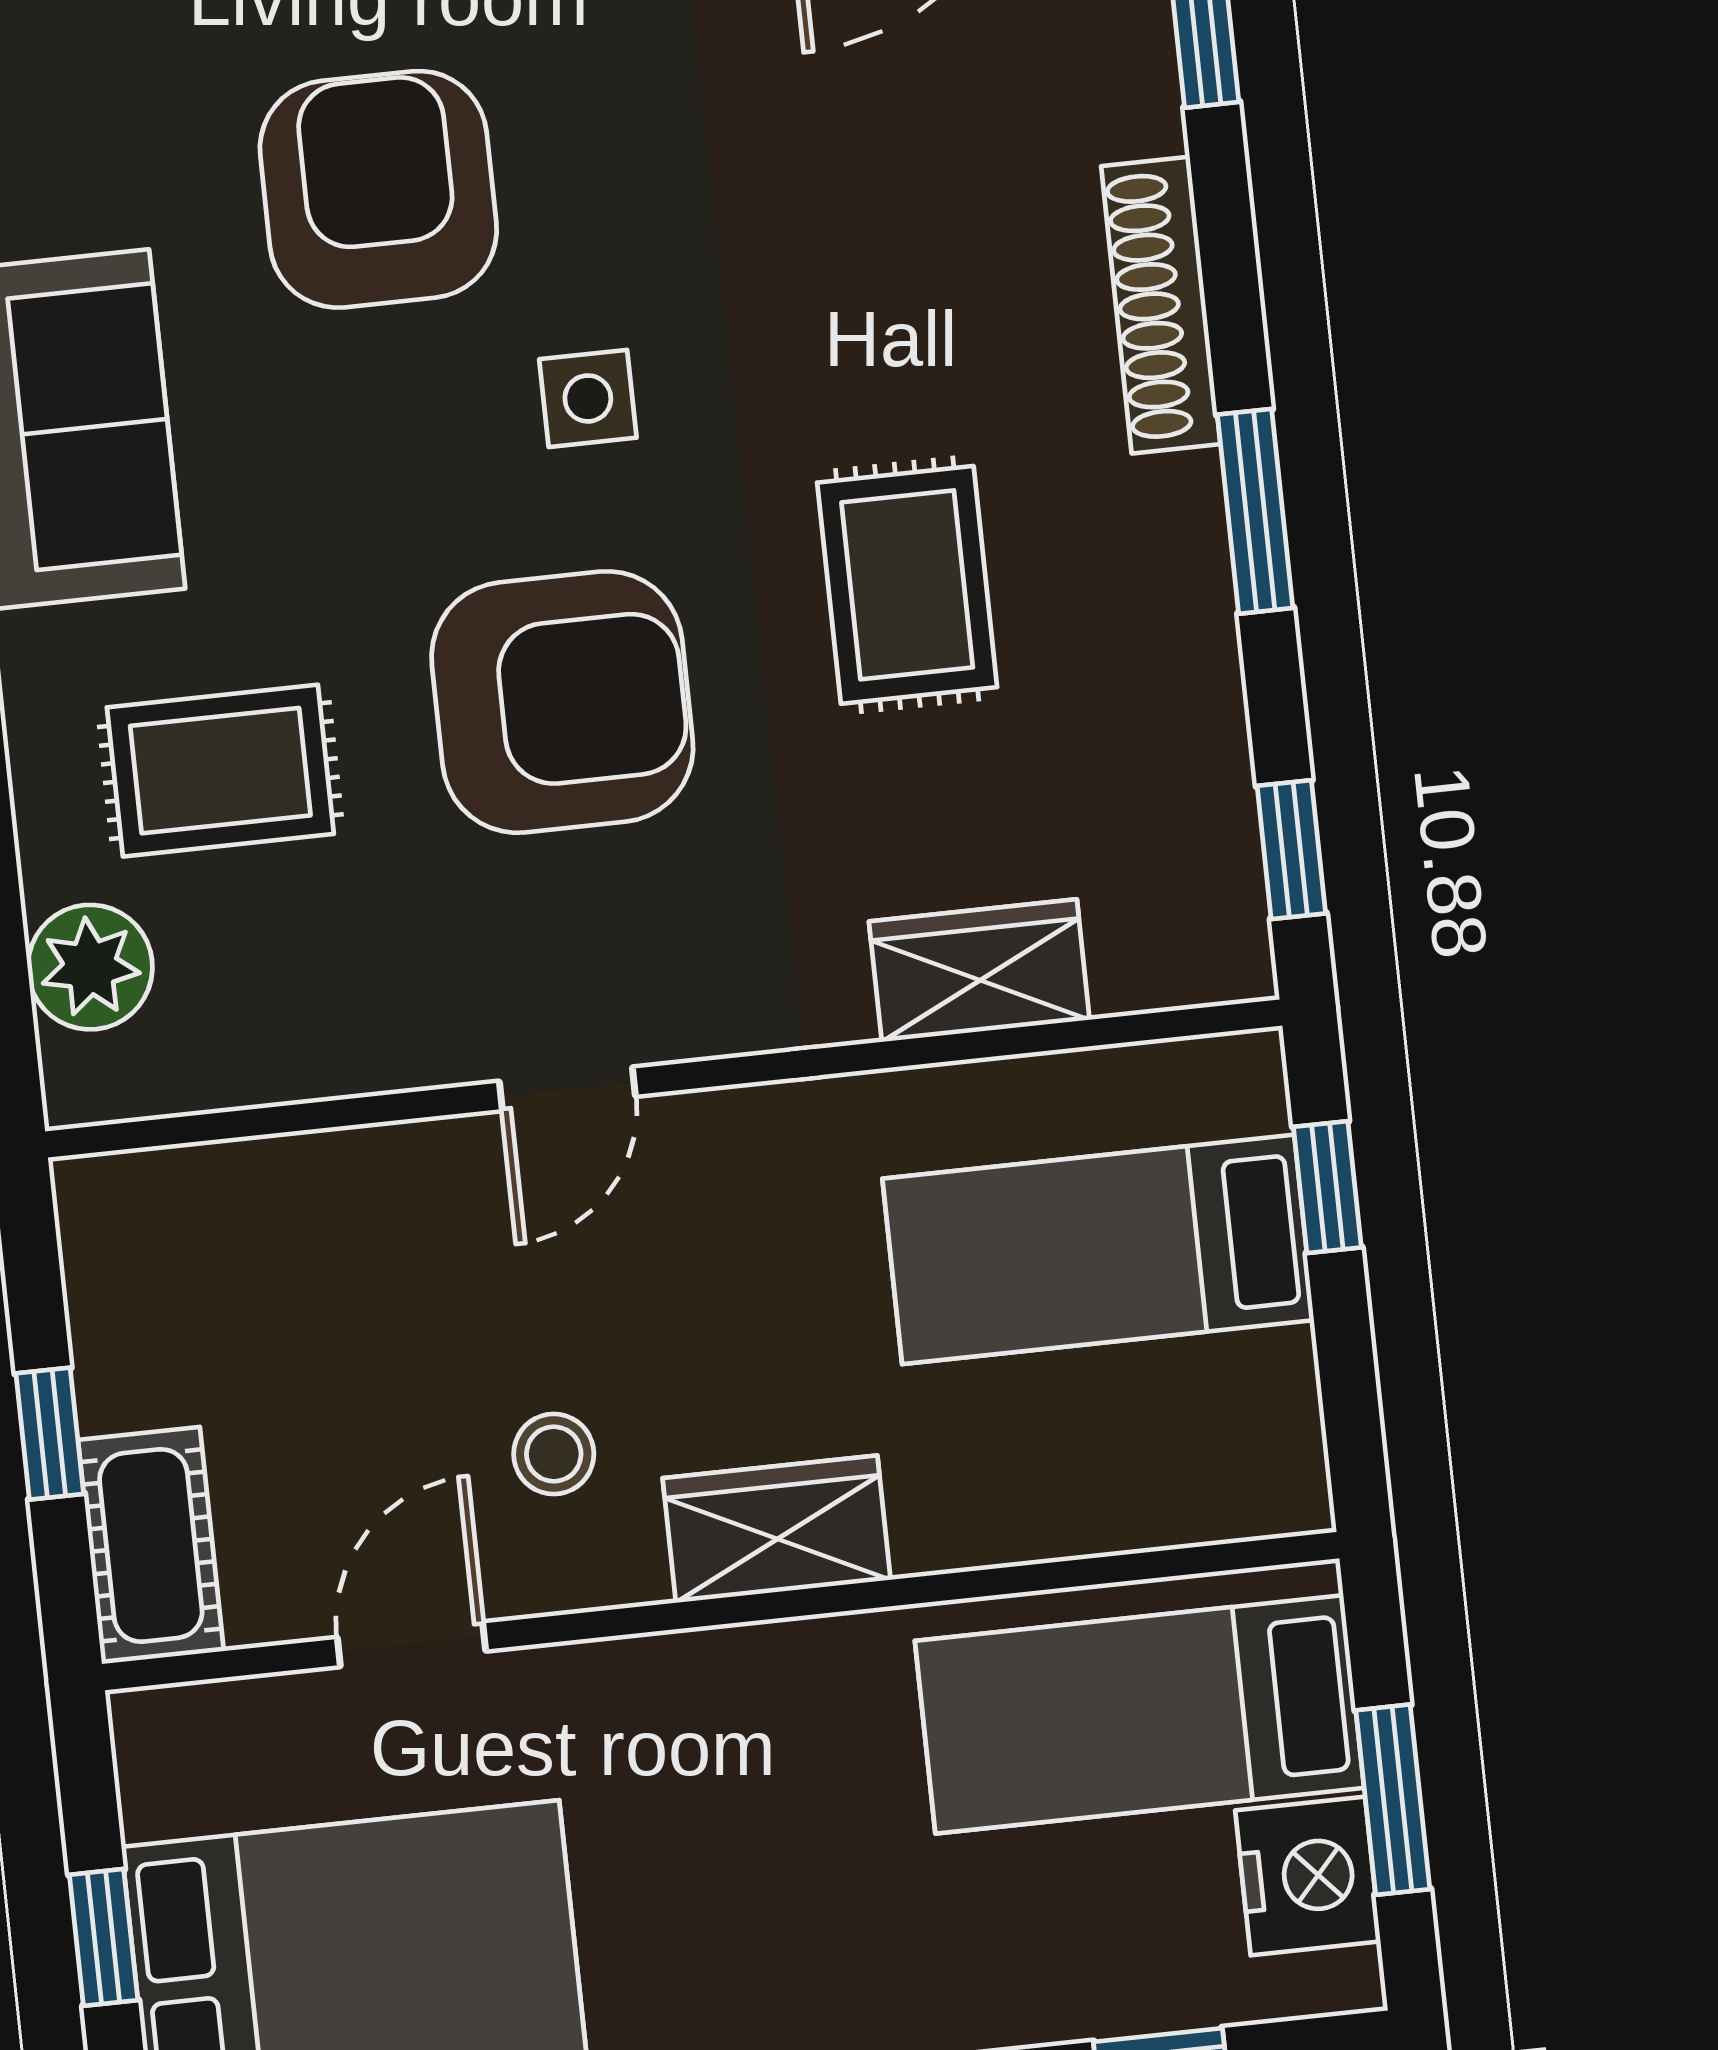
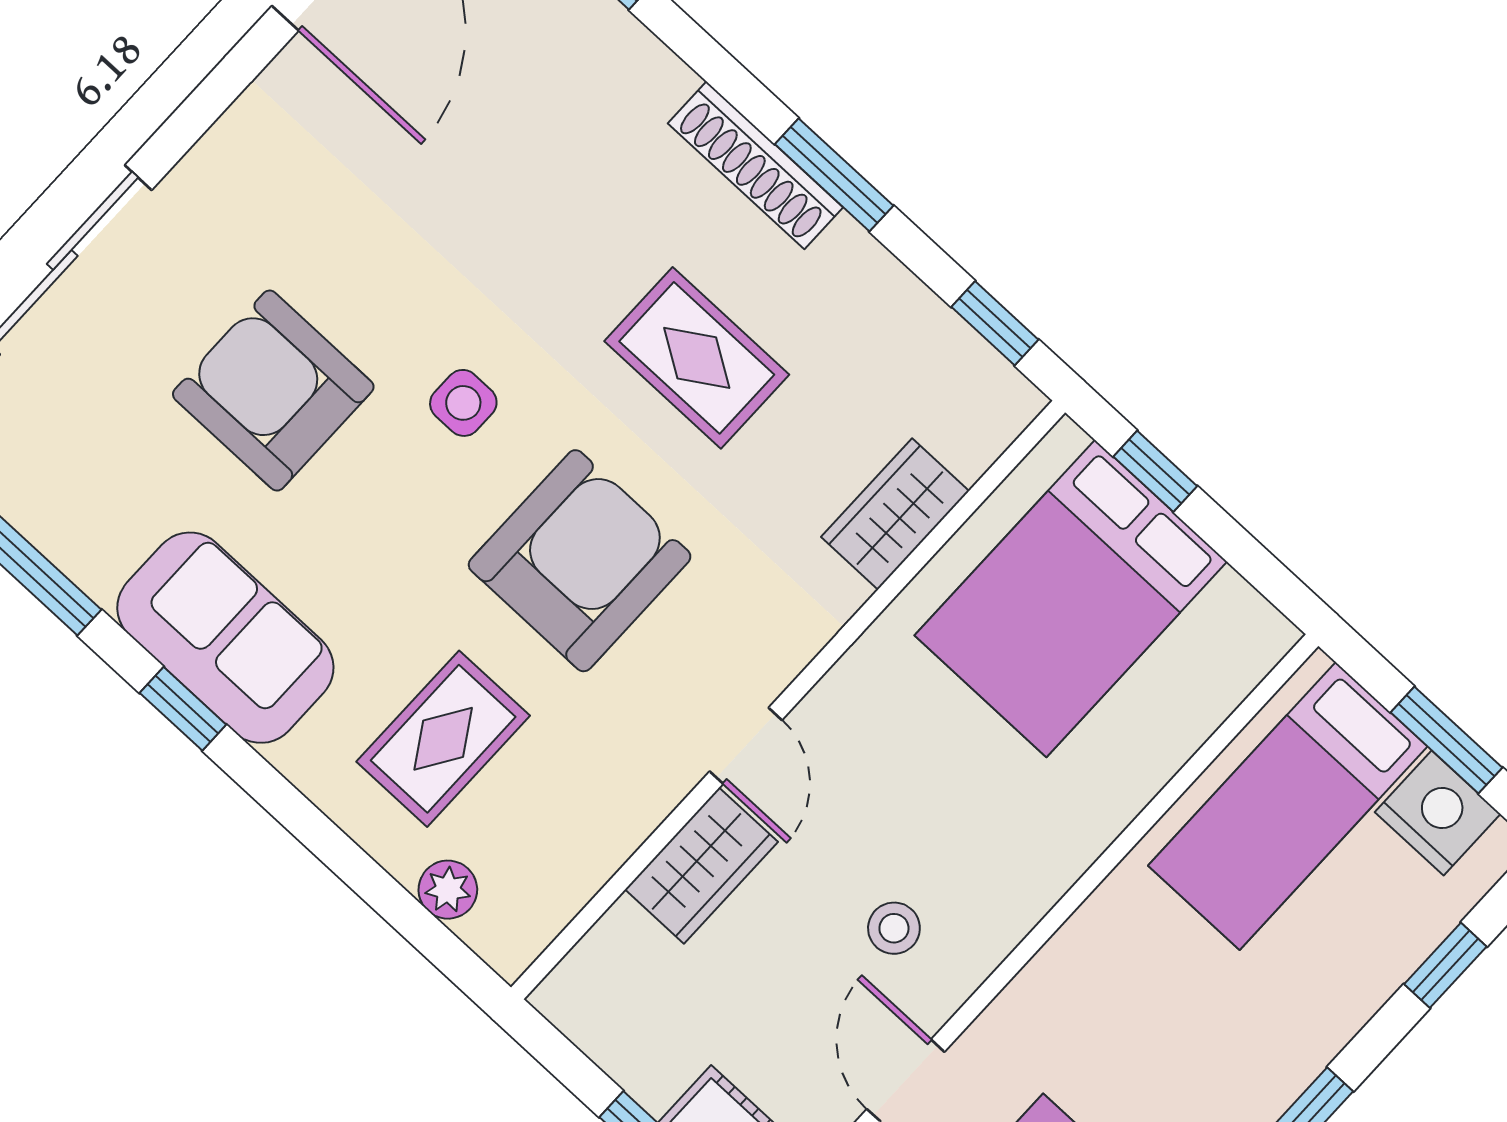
shoe rack: (1161, 305) -> (755, 165), moved
plant: (90, 967) -> (448, 890), width x0.73, depth x0.73
bed: (1098, 1249) -> (1071, 599), width x1.50
wardrobe: (777, 1529) -> (701, 866), moved, turned 180

